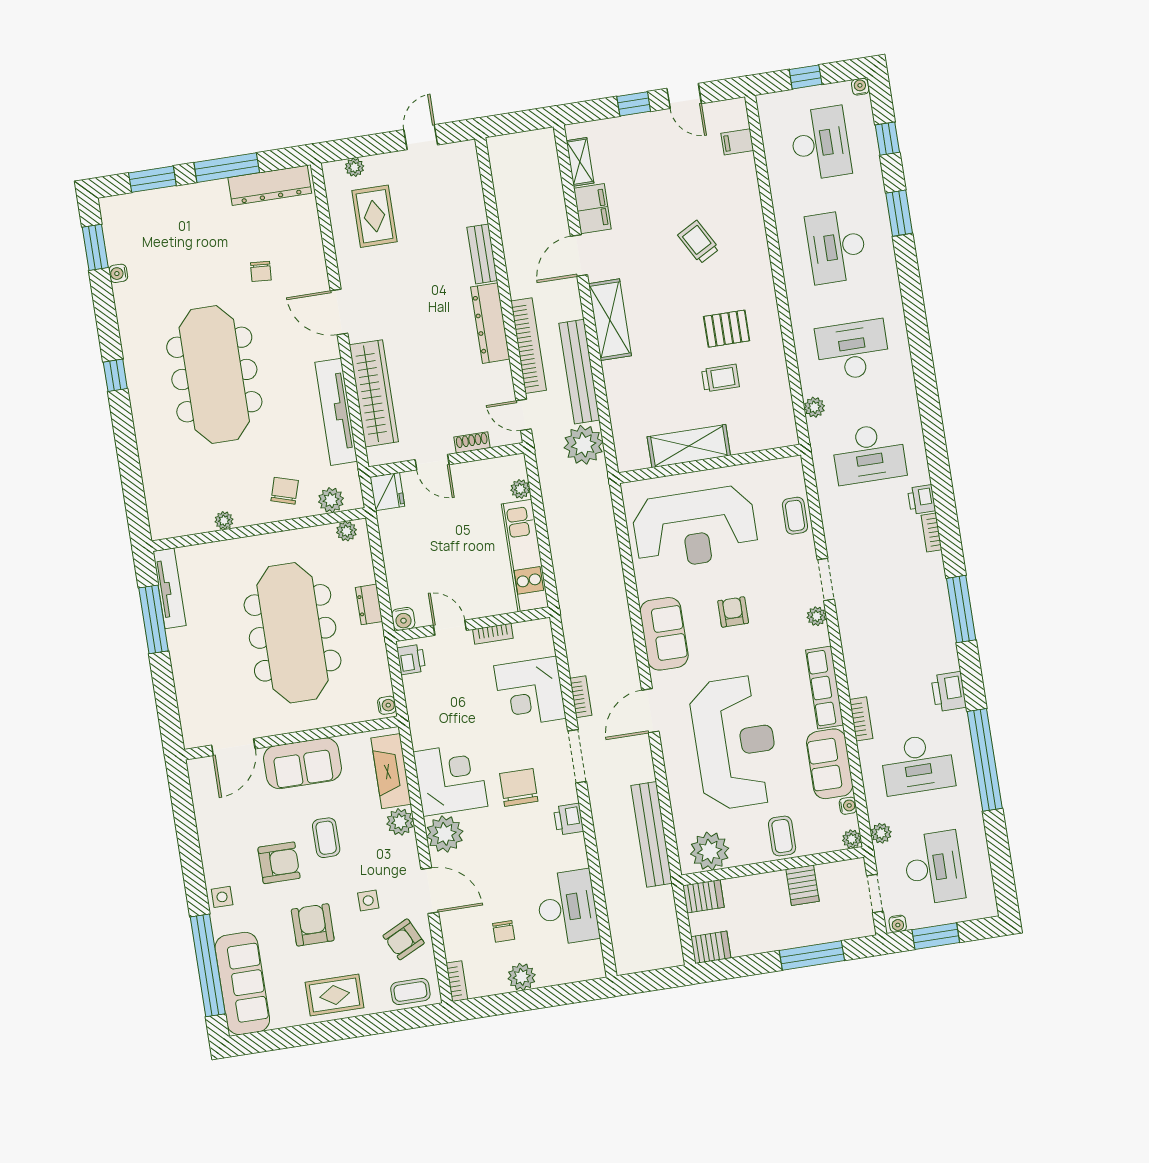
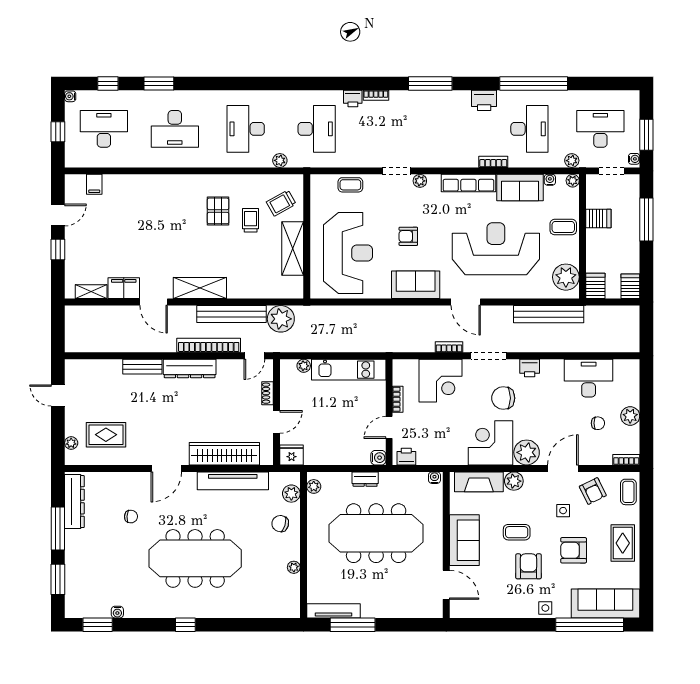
trolley: (698, 242) -> (281, 203), moved

